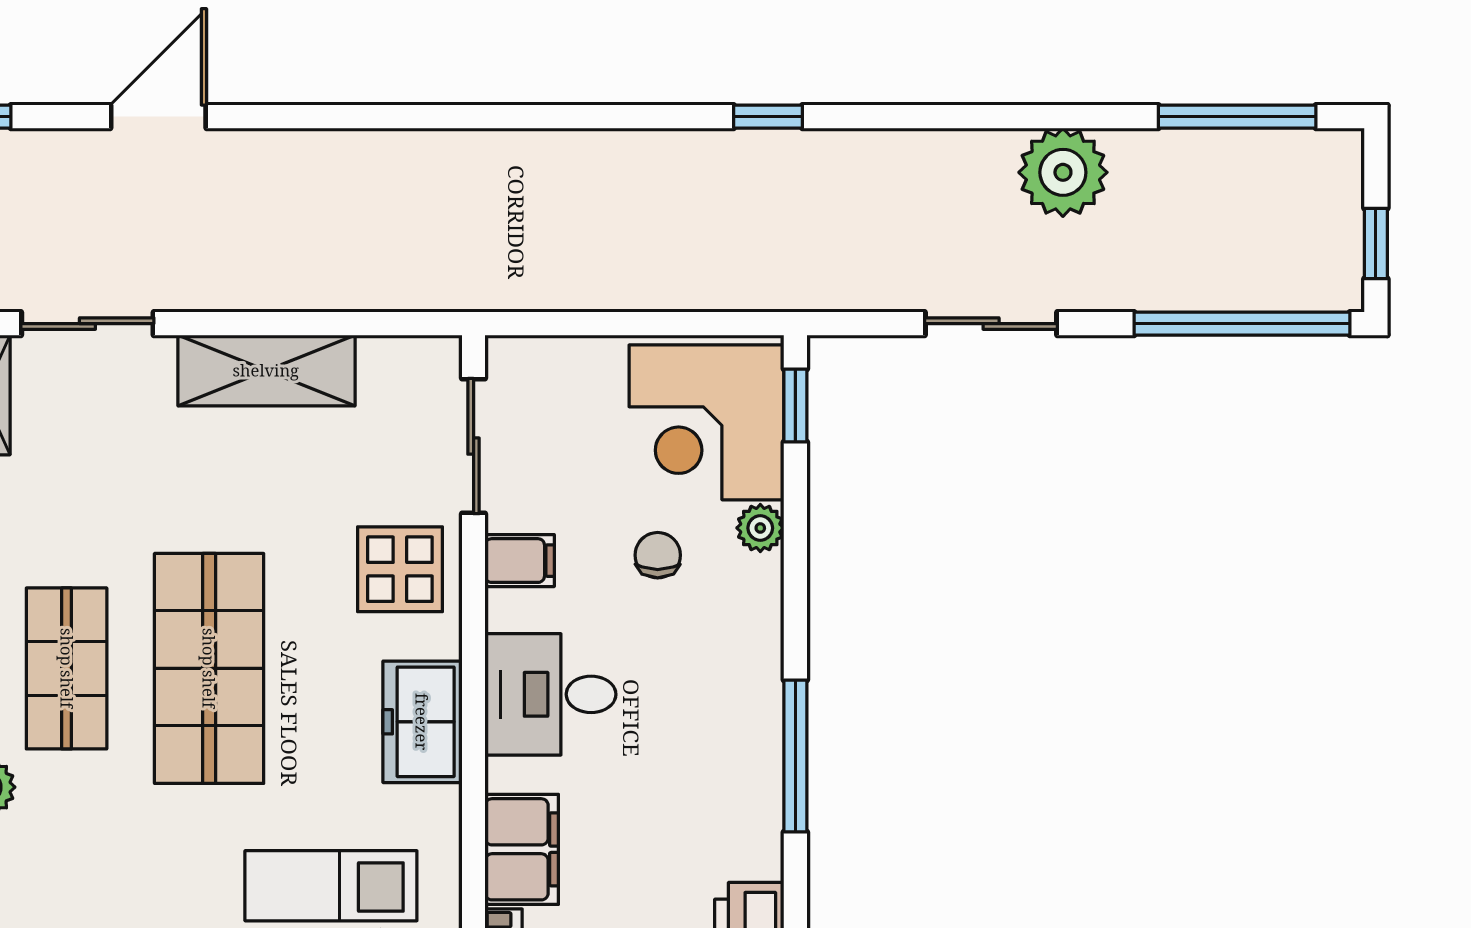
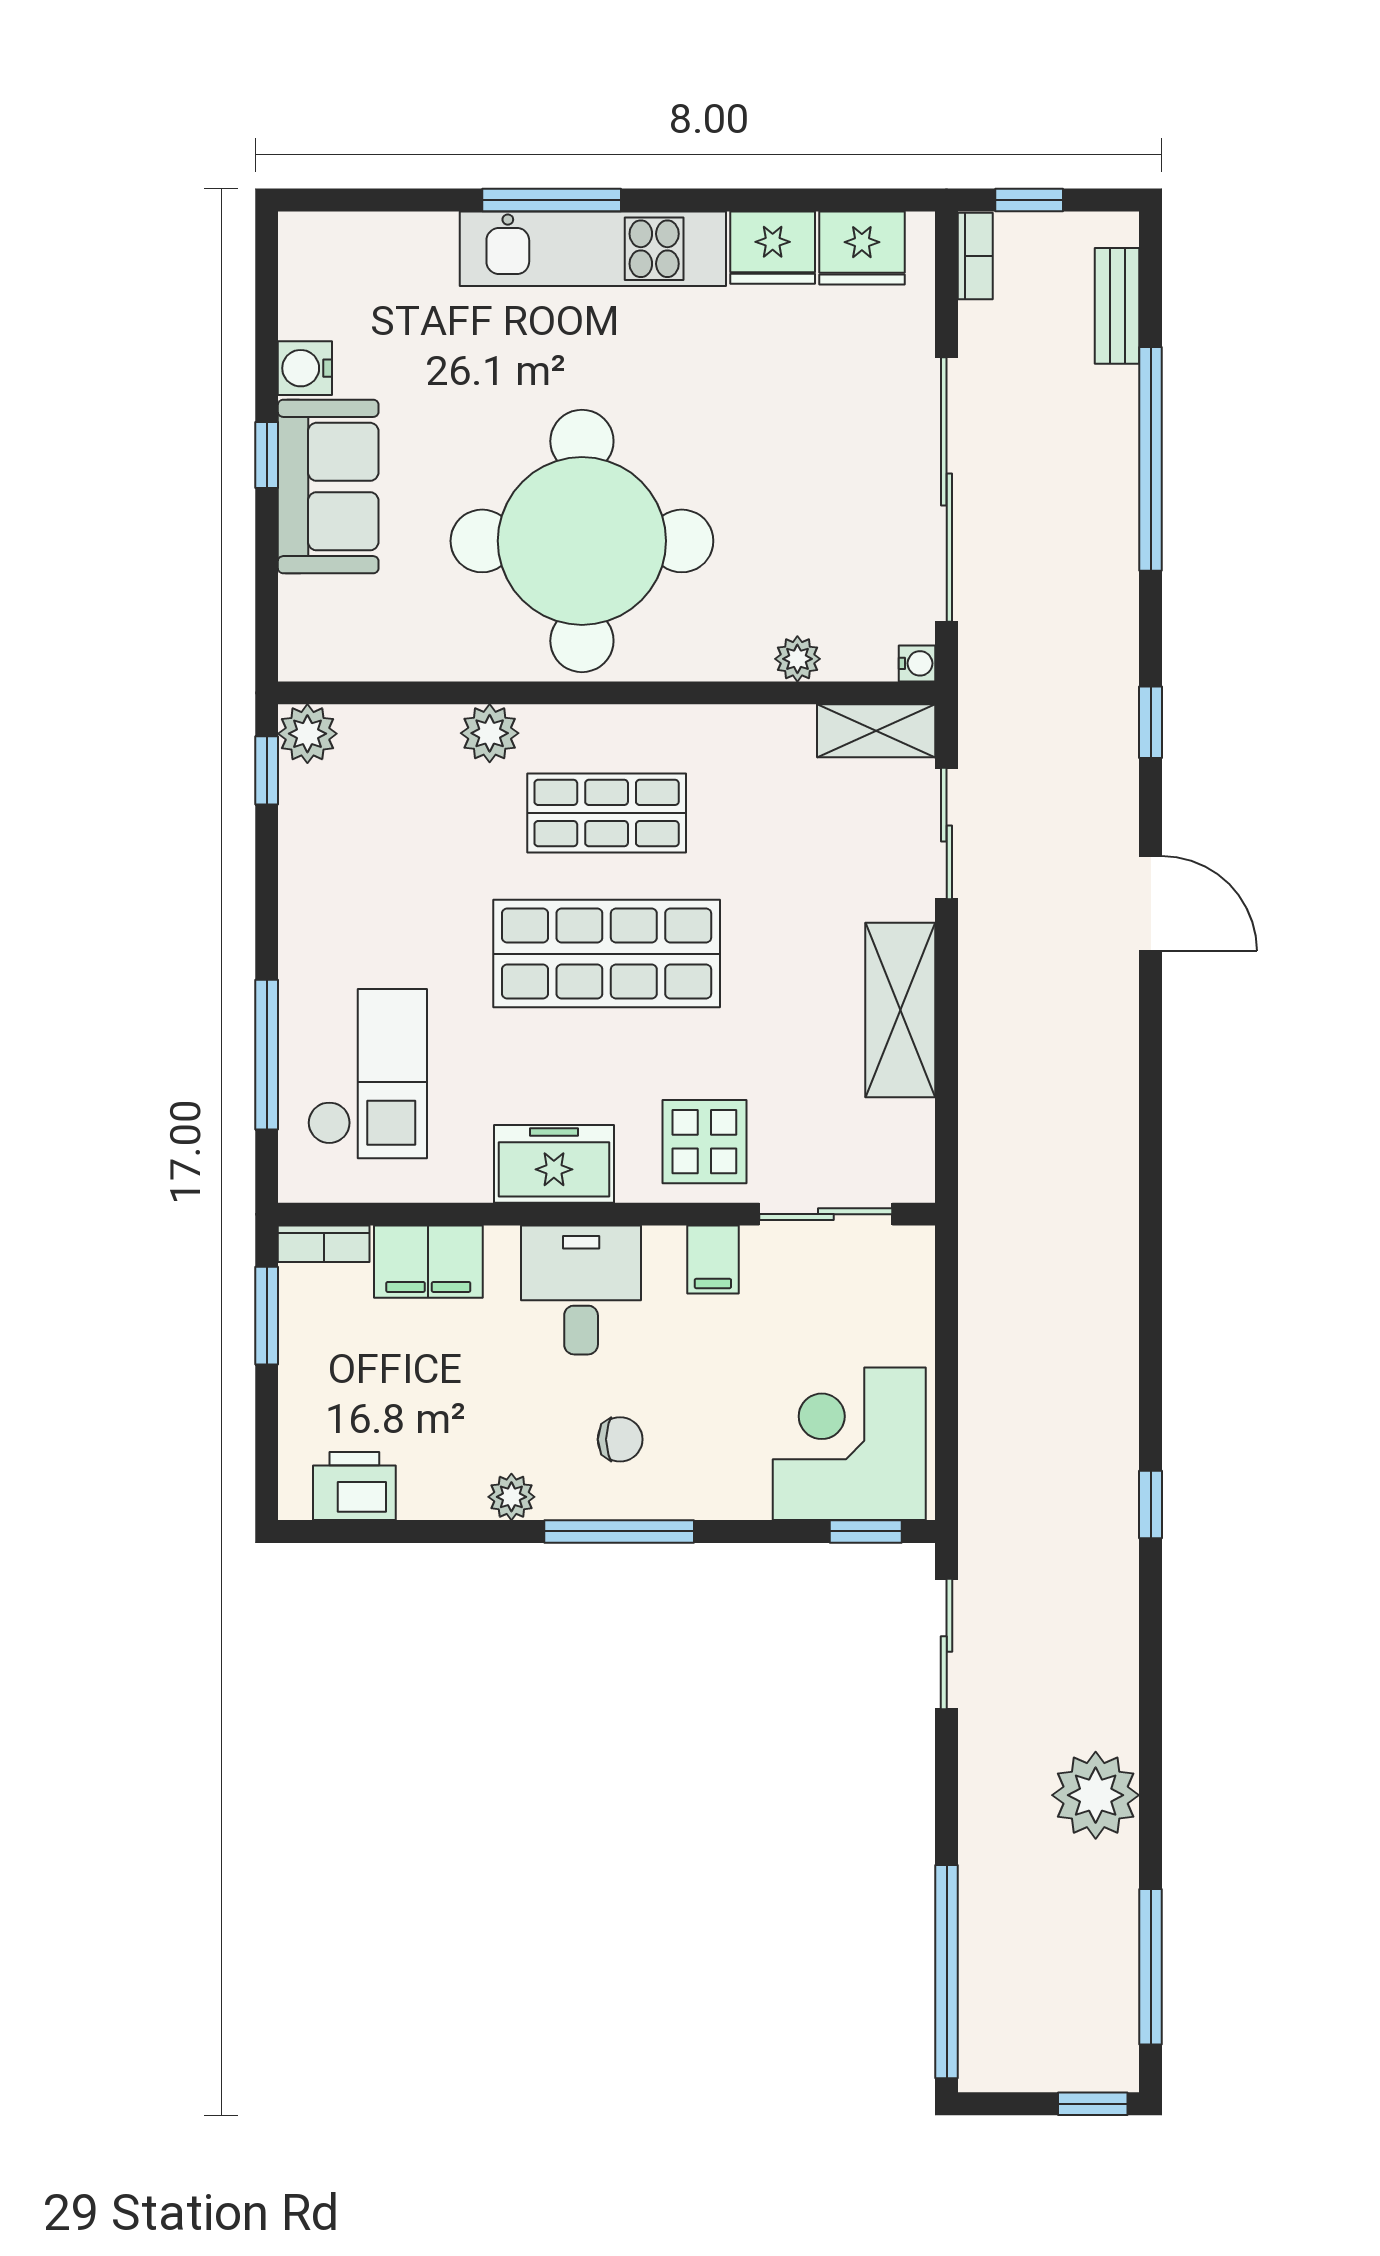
window: (1376, 244) -> (1093, 2104), moved
sliding door: (991, 324) -> (947, 1644), moved
plant: (760, 528) -> (511, 1497), moved
chair: (658, 555) -> (620, 1439), moved
window: (795, 756) -> (619, 1531), moved

